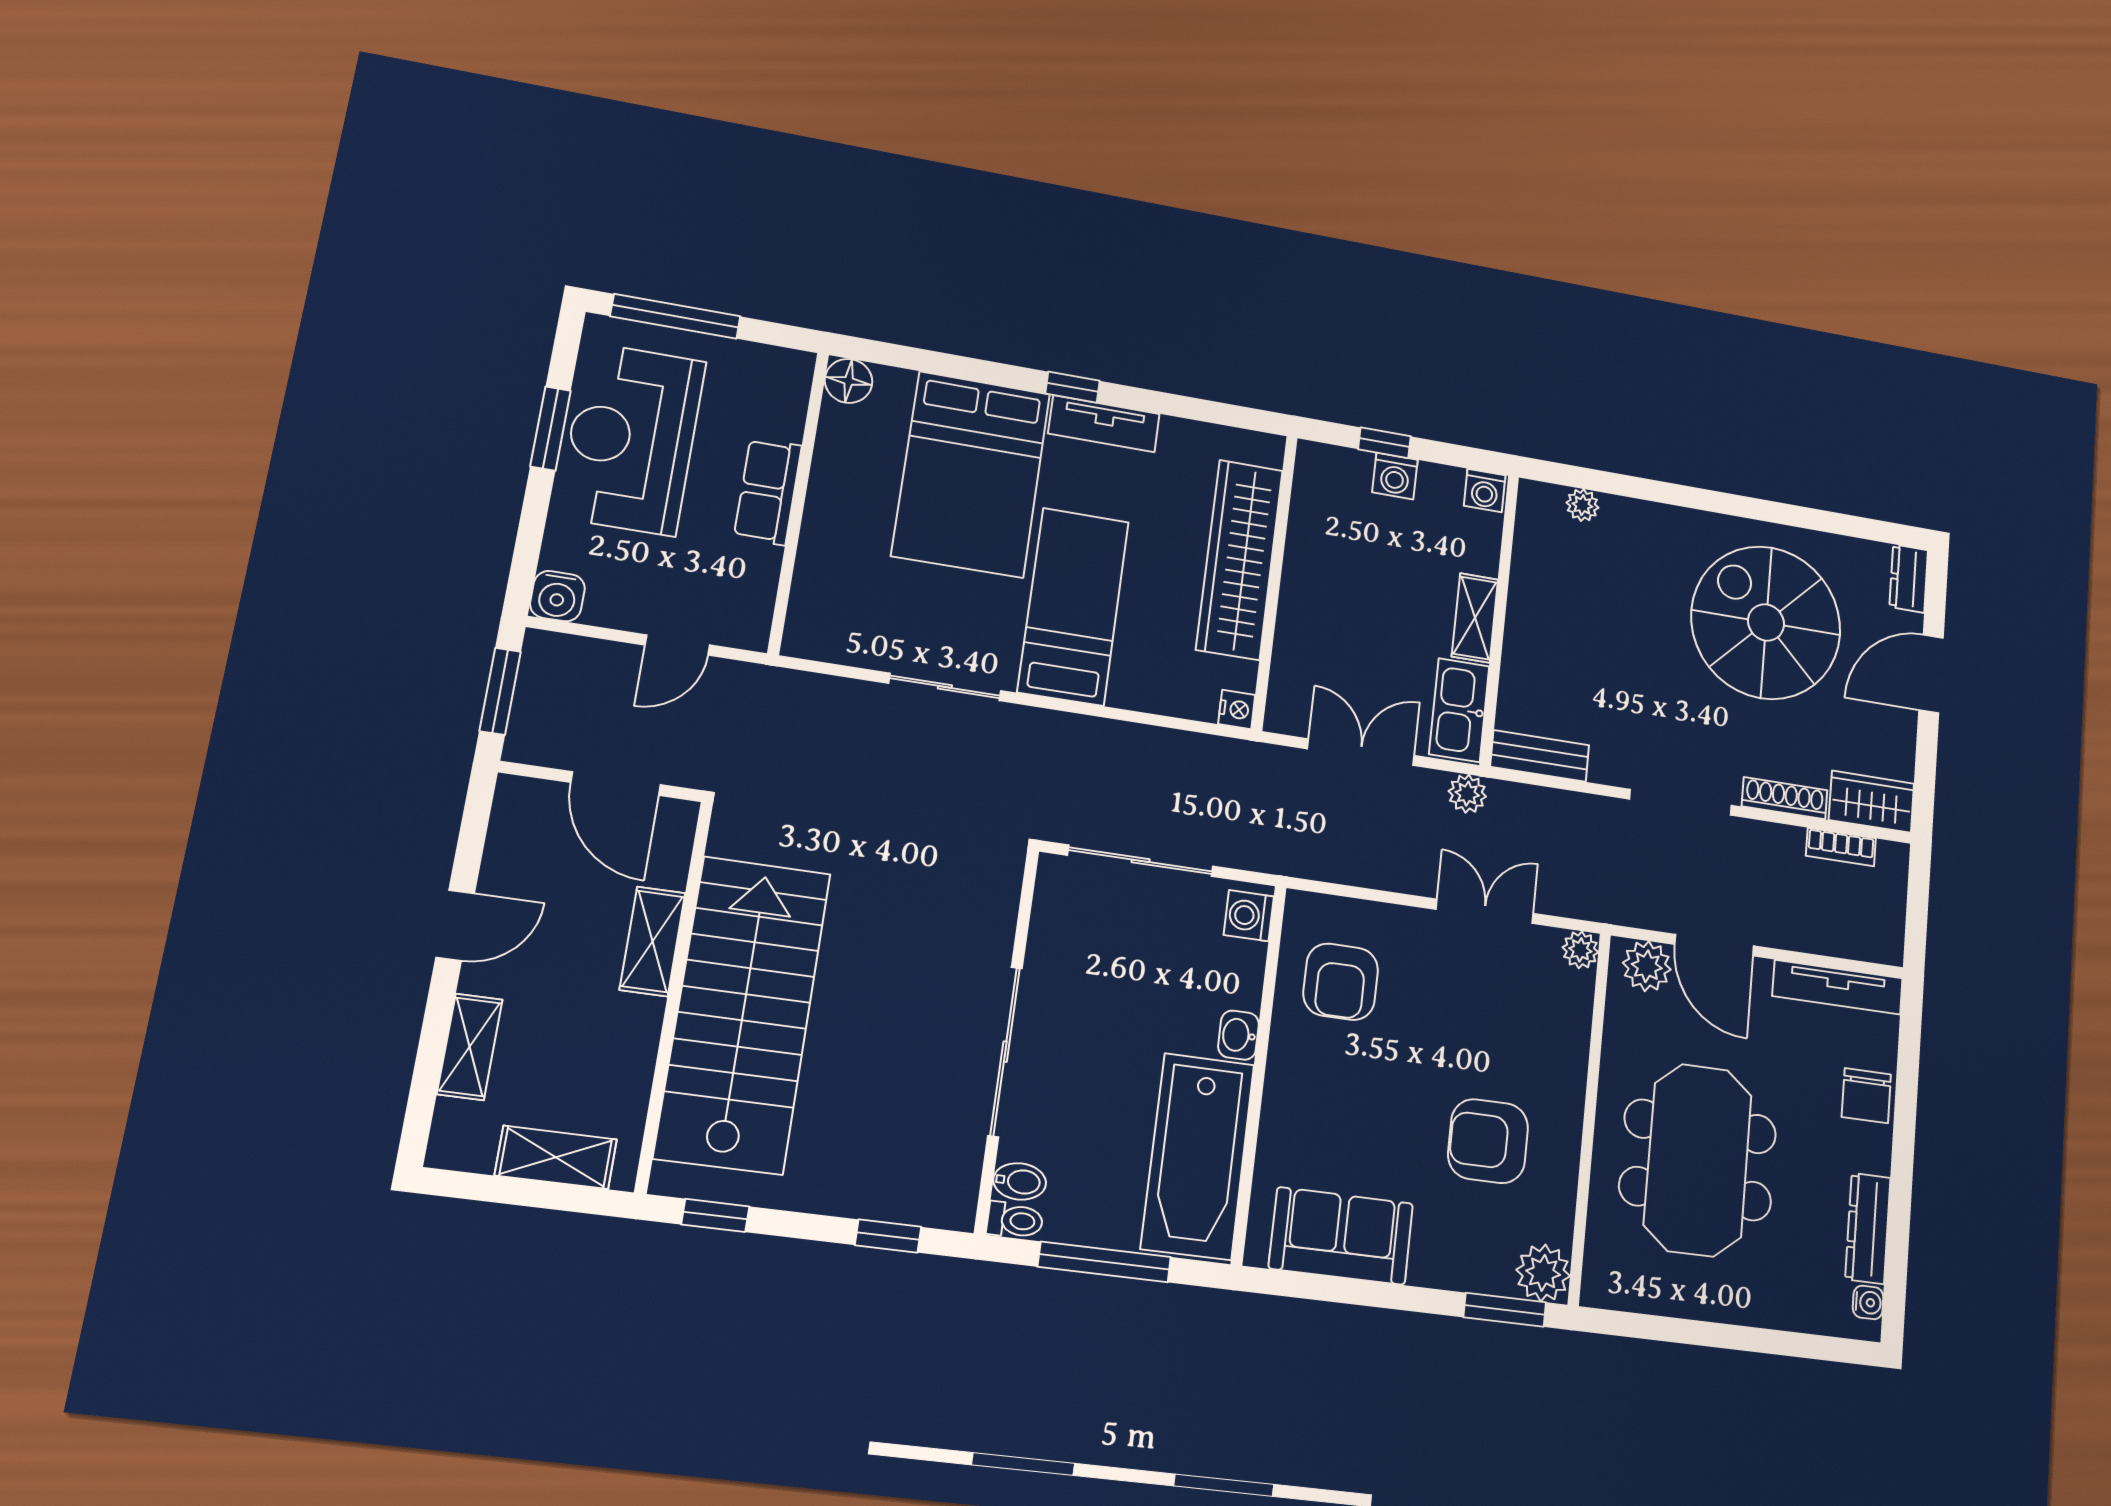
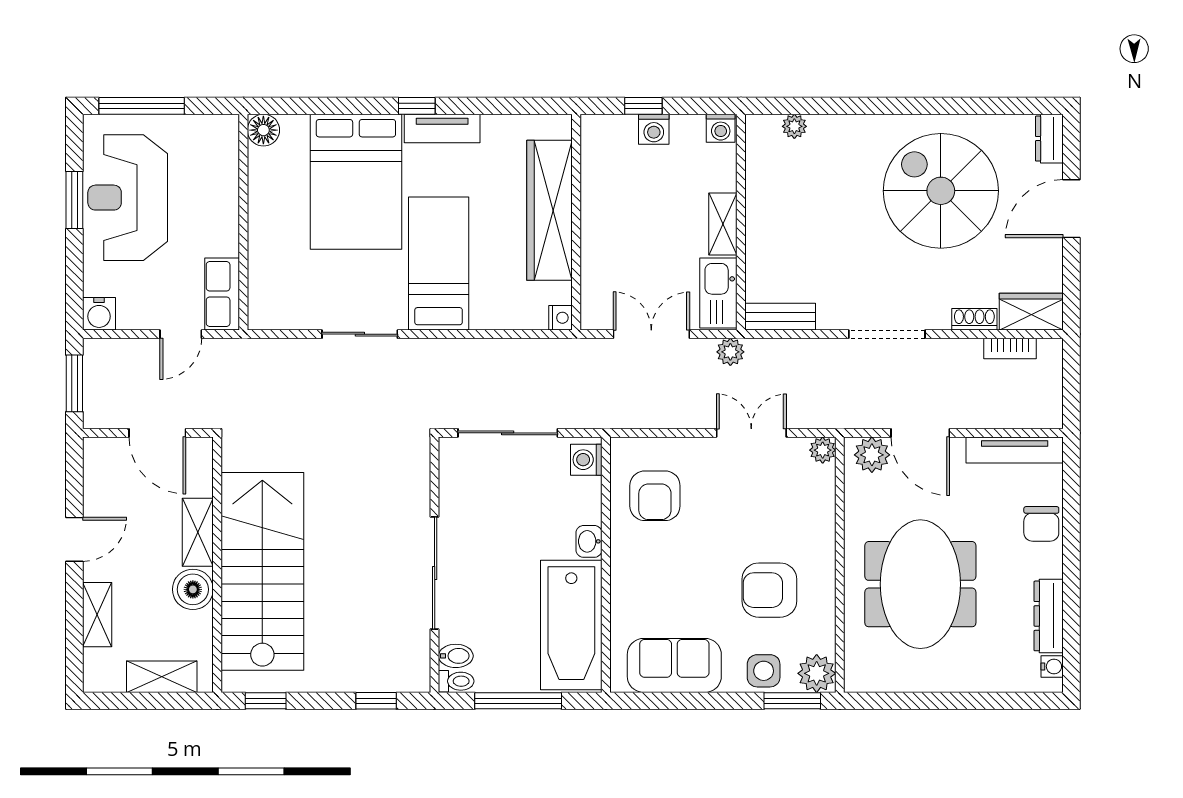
row of seats: (768, 491) -> (222, 294), moved
shoe rack: (1785, 798) -> (974, 319), width x0.70
boiler: (630, 1027) -> (193, 589), added
side table: (1468, 1260) -> (764, 671), added

